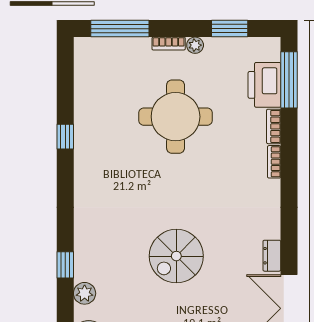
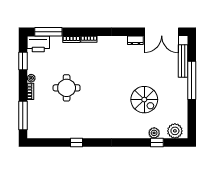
printer: (264, 85) -> (38, 44), moved
round table: (176, 117) -> (67, 88), width x0.73, depth x0.73
spiral stairs: (176, 256) -> (144, 100), moved
window: (65, 265) -> (157, 143), moved

